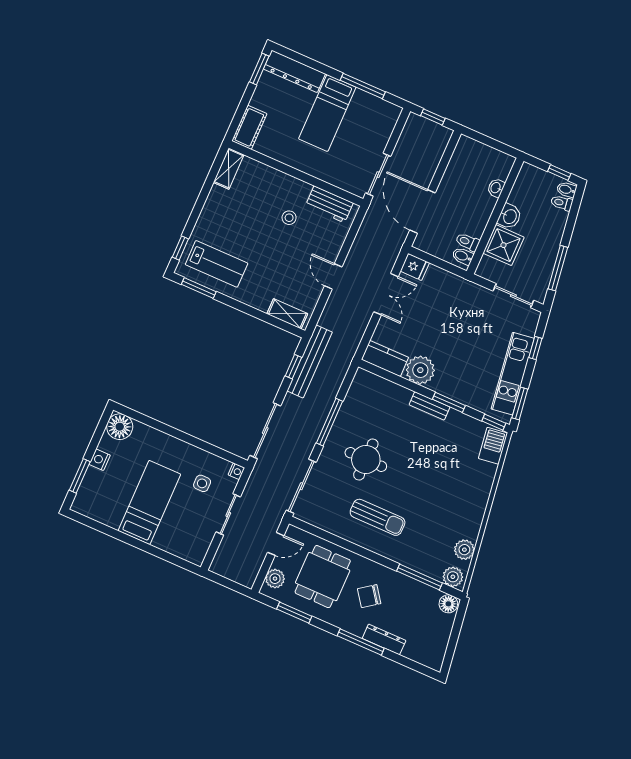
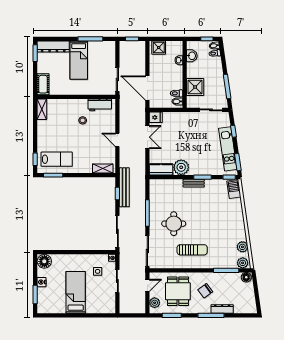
shower: (471, 151) -> (159, 48), added
washbasin: (509, 216) -> (192, 56), moved

